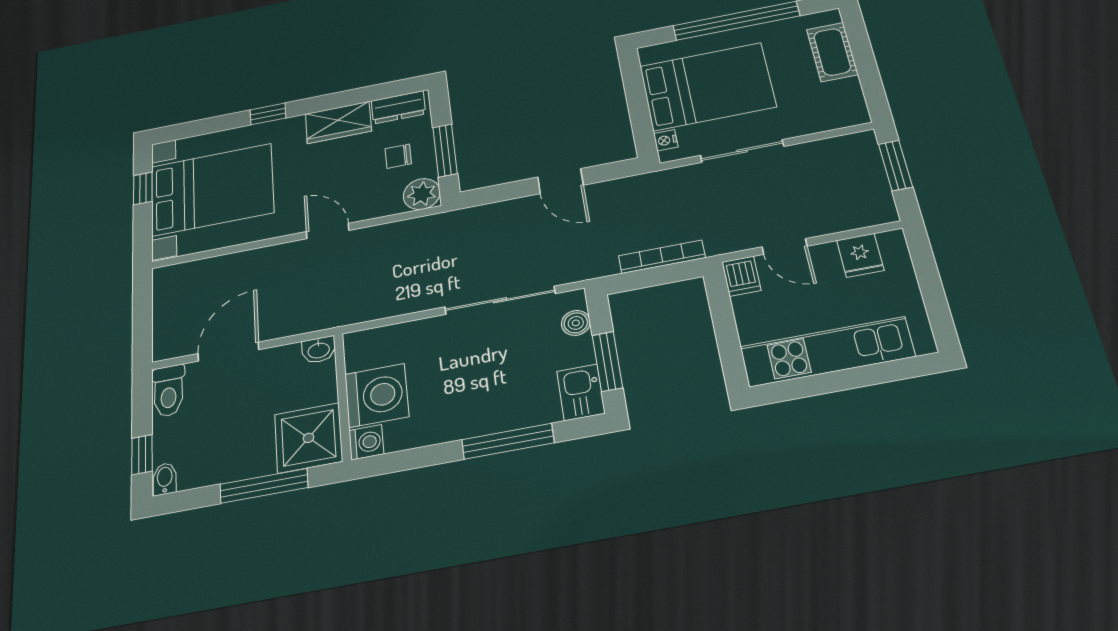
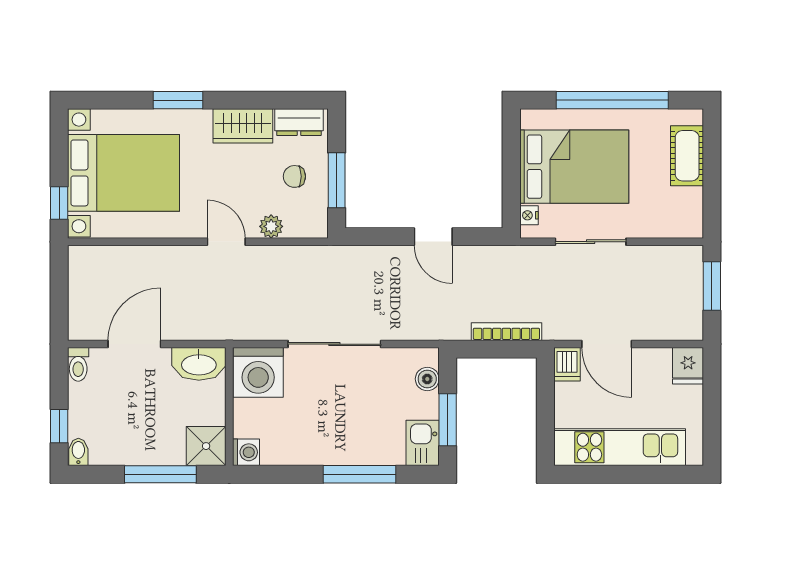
window: (268, 114) -> (178, 100), width x1.50
window: (143, 188) -> (59, 203), moved
plant: (422, 194) -> (271, 226), moved, width x0.73, depth x0.73
door: (785, 246) -> (607, 344), width x1.38
fridge: (860, 255) -> (688, 366), moved
sliding door: (500, 300) -> (334, 344), moved
washbasin: (319, 350) -> (199, 364), width x1.91, depth x1.45
toilet: (168, 391) -> (78, 364), width x0.73, depth x0.72
washing machine: (377, 395) -> (258, 372), moved, turned 90
shower: (308, 438) -> (206, 446), width x0.73, depth x0.73

